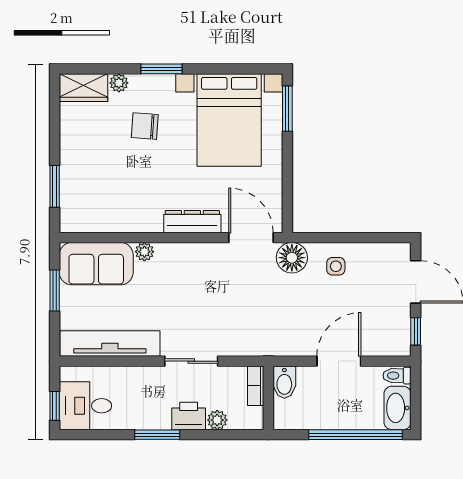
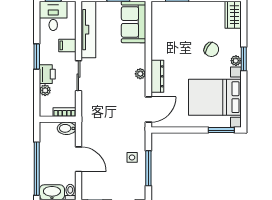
plant: (119, 83) -> (236, 61), moved
chair: (145, 126) -> (211, 49), turned 117
window: (355, 238) -> (148, 168), added
plant: (144, 252) -> (140, 74), moved
floor lamp: (292, 258) -> (137, 133), removed
filing cabinet: (138, 381) -> (67, 45), added

